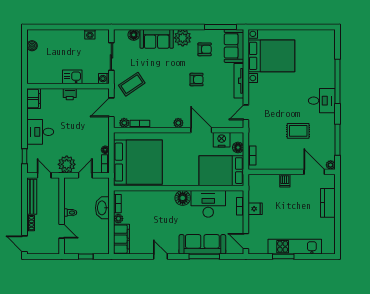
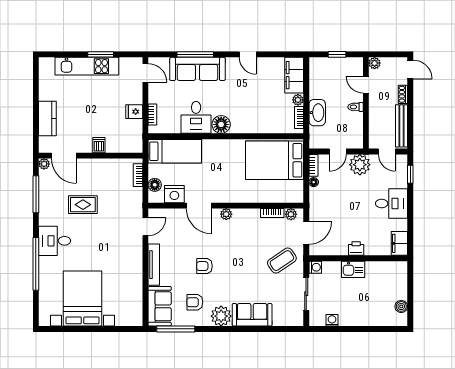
floor lamp: (134, 35) -> (280, 320), removed
bed with nightstands: (271, 56) -> (83, 298), moved, turned 90
bed: (138, 162) -> (275, 160), width x0.73
bed: (221, 171) -> (175, 151), width x0.67
desk: (208, 204) -> (196, 117), width x0.73
plant: (54, 249) -> (375, 63), added

